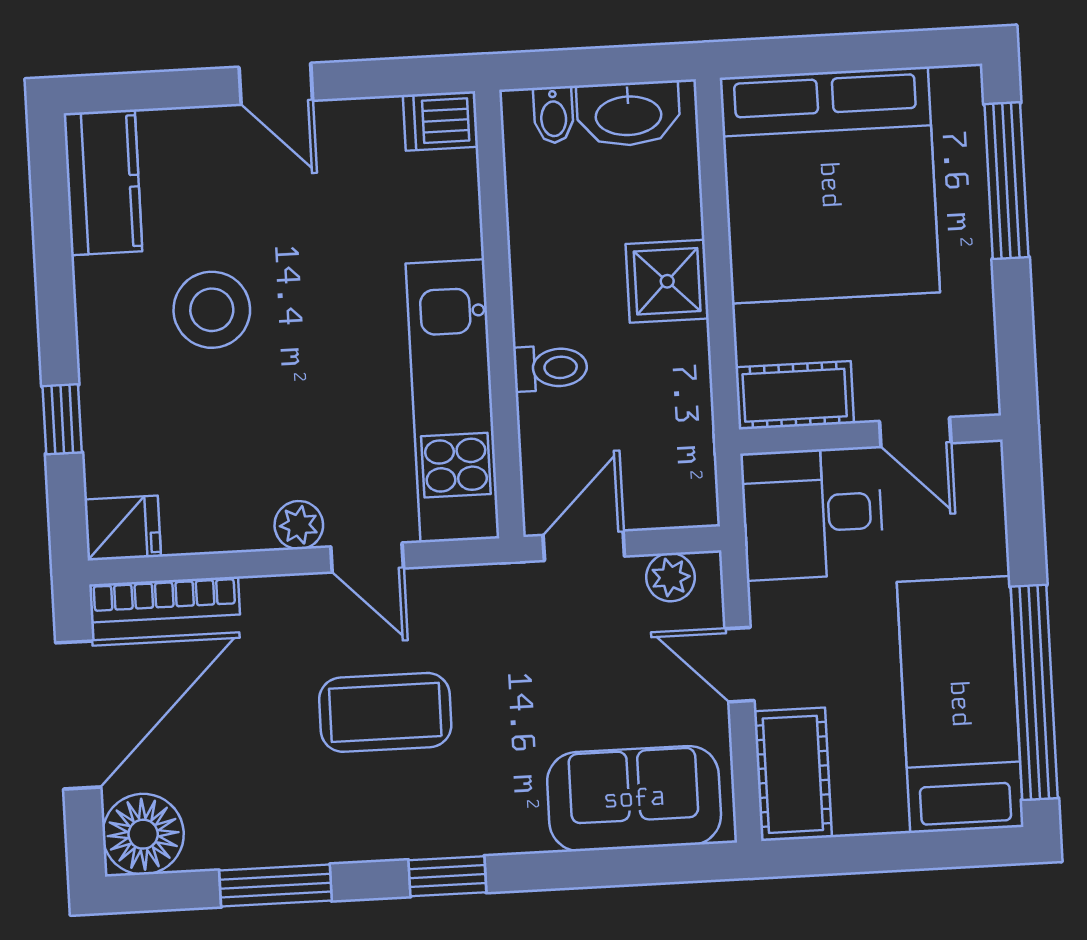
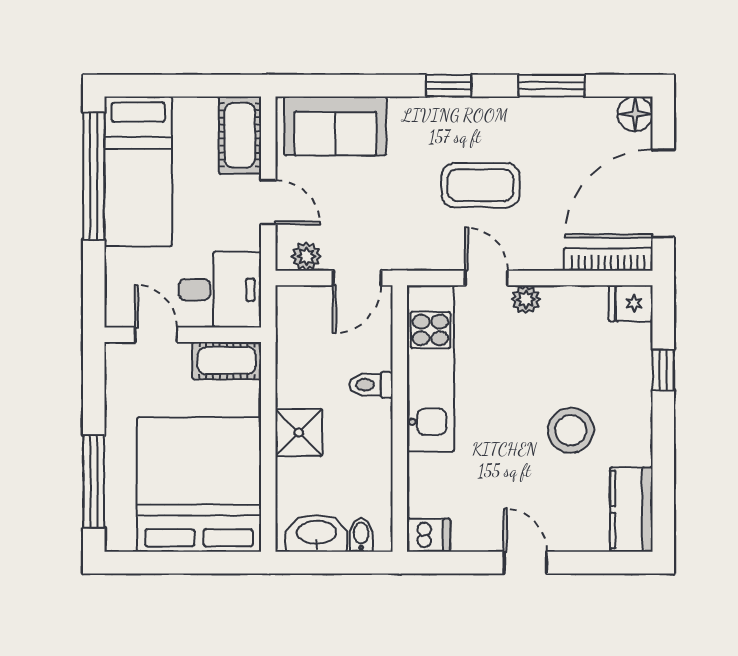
floor lamp: (143, 834) -> (635, 114), width x0.73, depth x0.73

